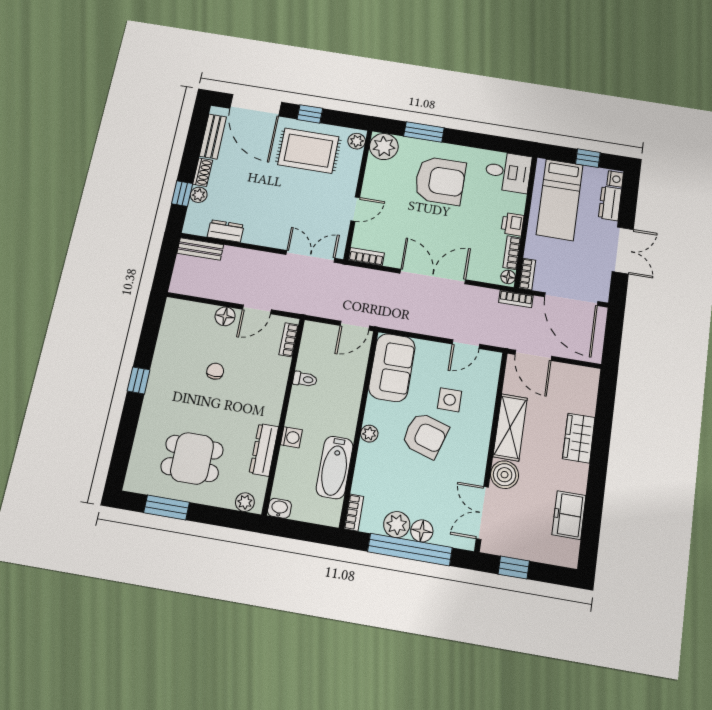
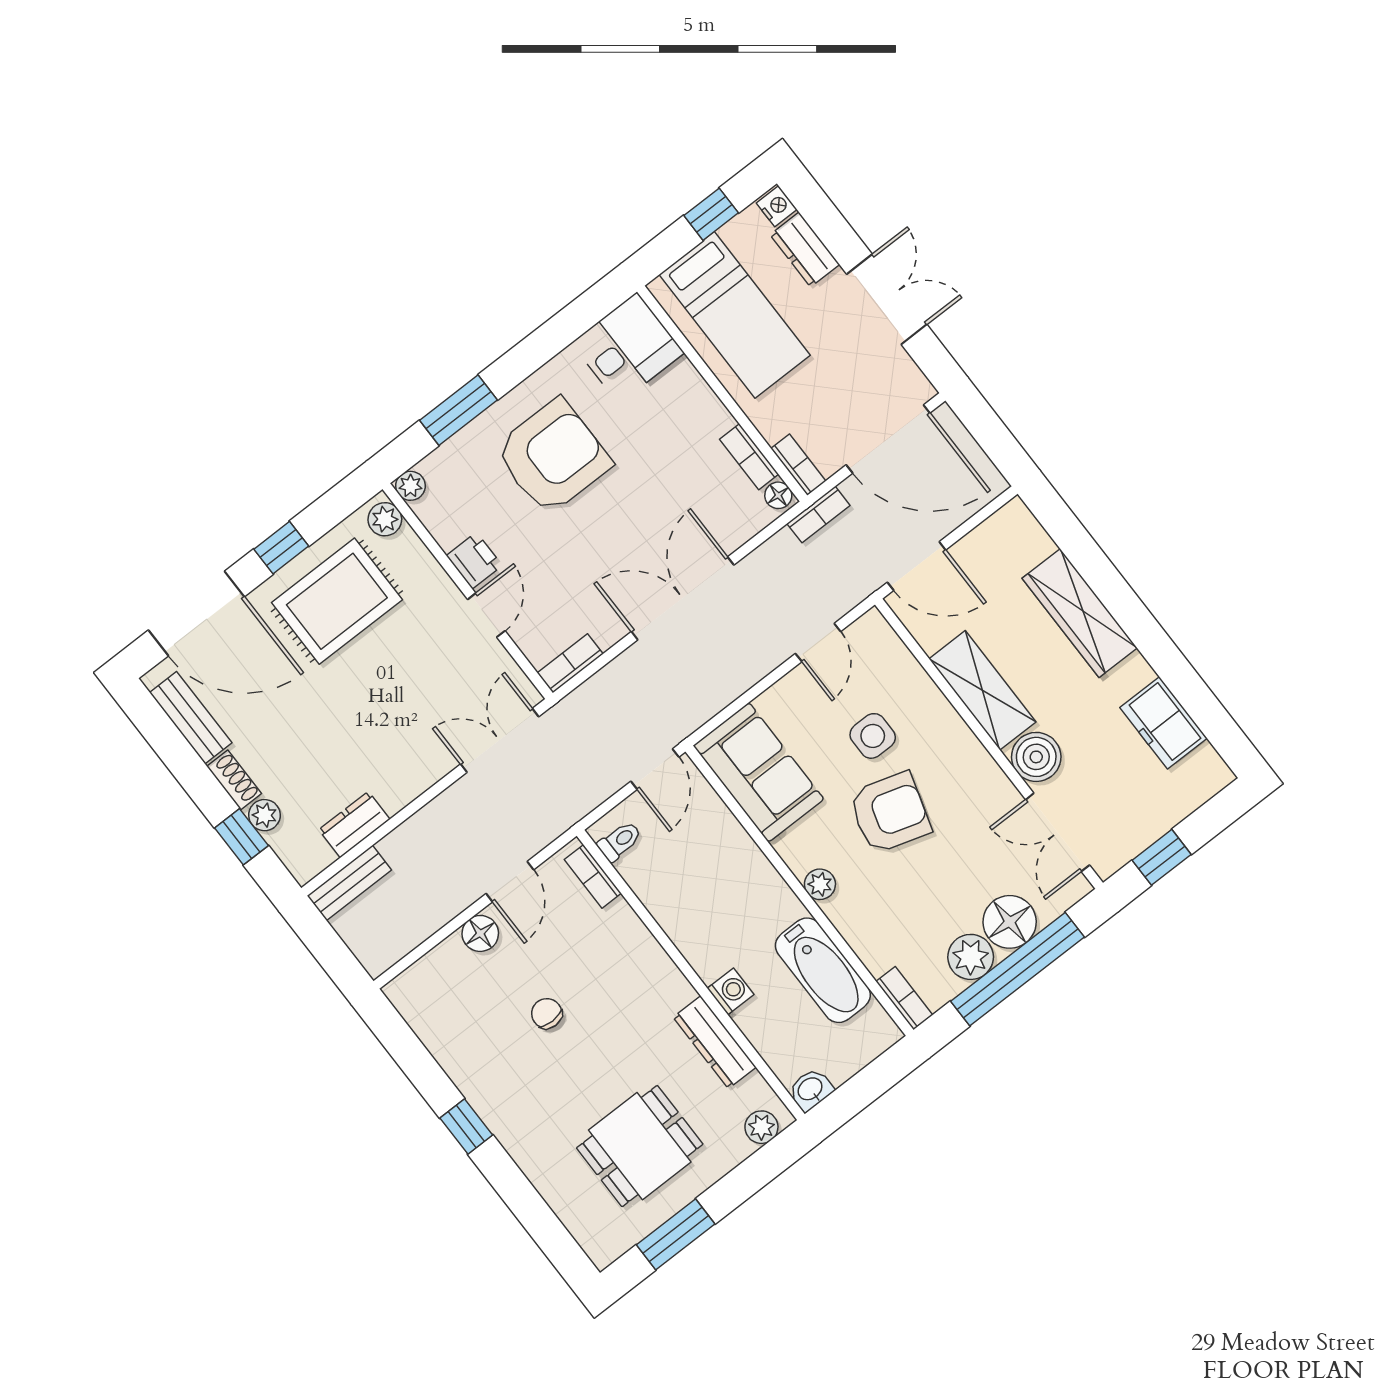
plant: (384, 147) -> (410, 486), width x0.53, depth x0.53
printer: (512, 224) -> (474, 561), moved, turned 180
toilet: (305, 379) -> (620, 841), moved
wardrobe: (579, 438) -> (1080, 613), width x1.50
floor lamp: (422, 531) -> (1010, 922), width x1.38, depth x1.38

